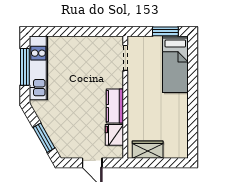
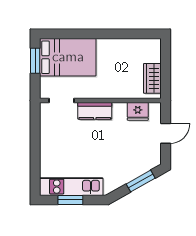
bed: (175, 64) -> (68, 57), width x1.50
window: (25, 67) -> (70, 200), width x0.69
kitchen counter: (115, 106) -> (95, 111), moved

